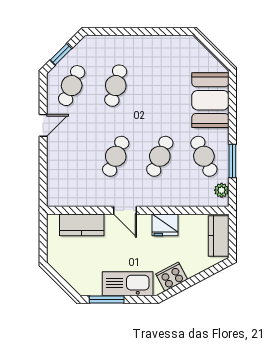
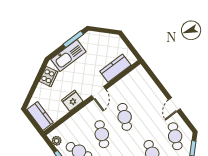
door: (125, 210) -> (99, 93), swing flipped

